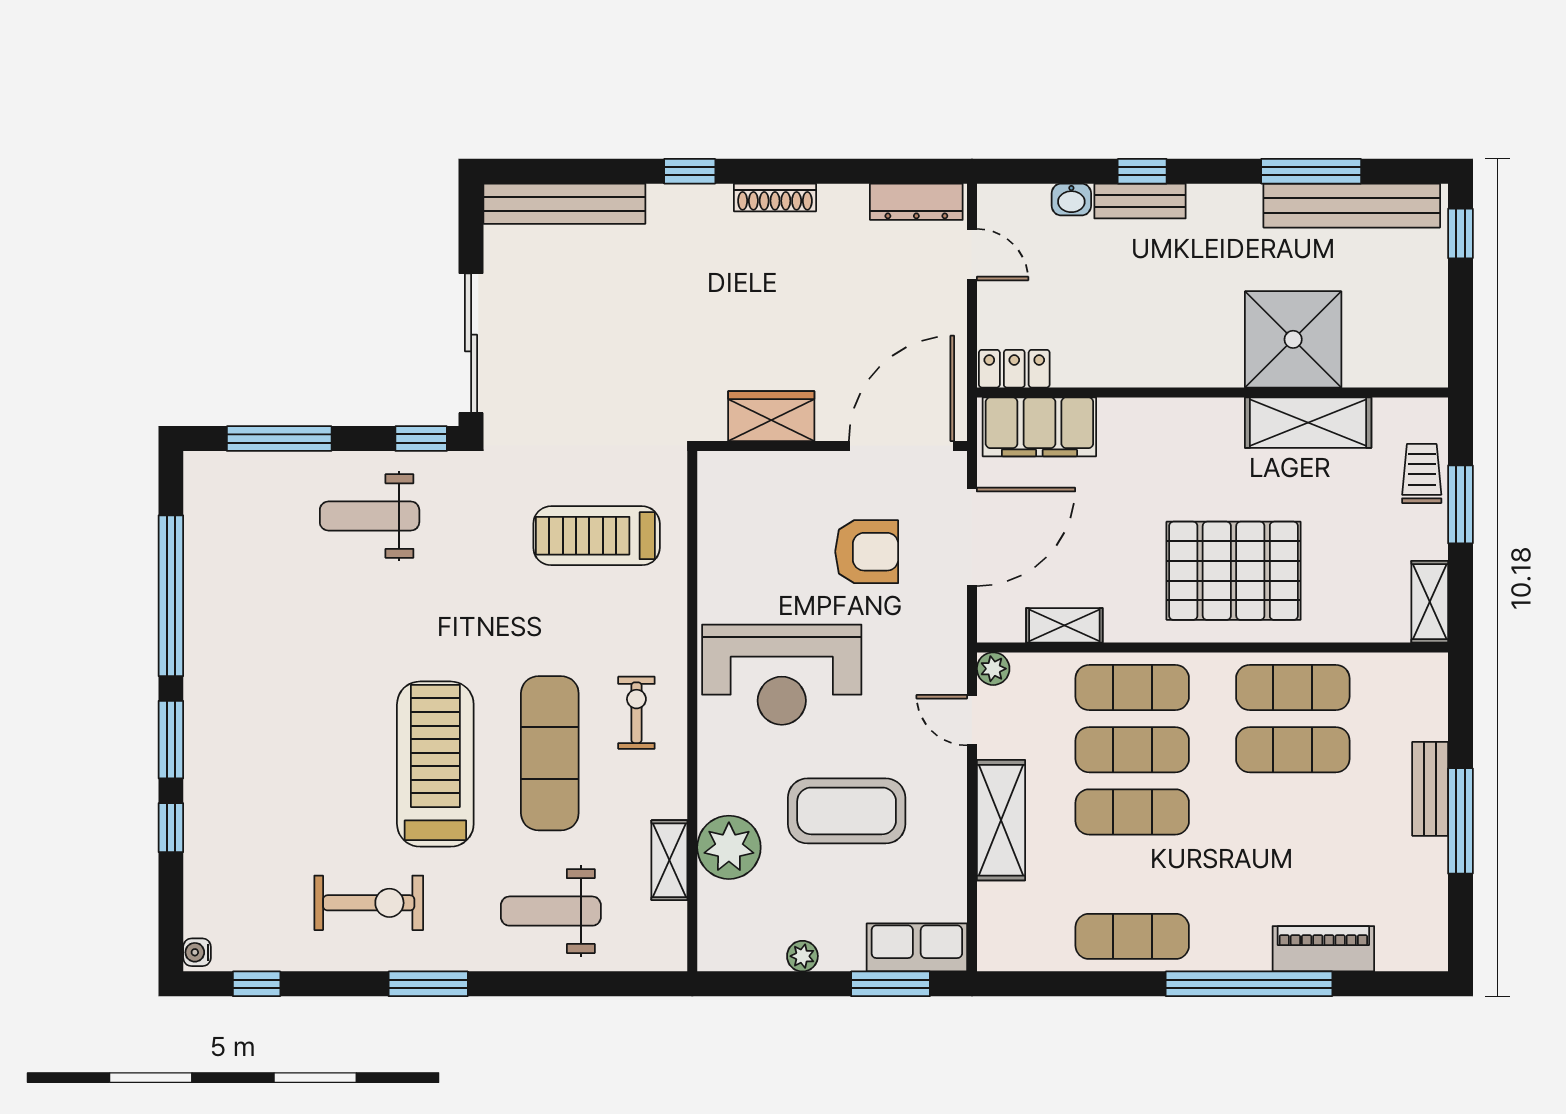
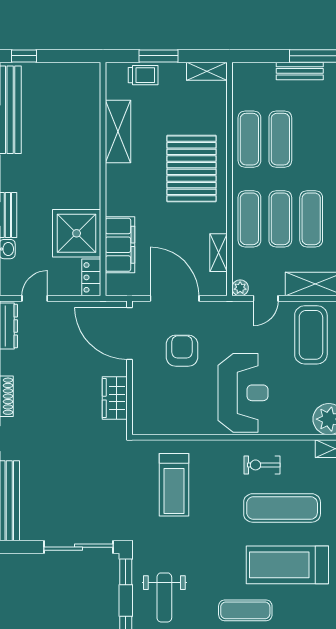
shower: (1293, 339) -> (77, 233), moved
filing cabinet: (1039, 427) -> (120, 245), moved
trolley: (1422, 473) -> (143, 75), turned 180
exercise mat: (344, 679) -> (245, 610), added
coffee table: (847, 811) -> (311, 335), moved

